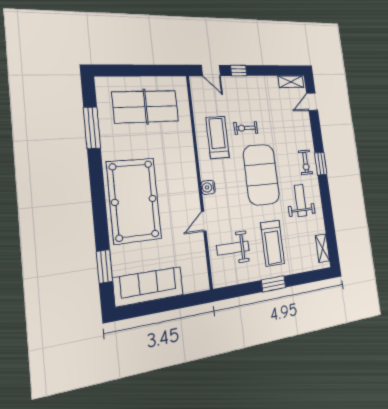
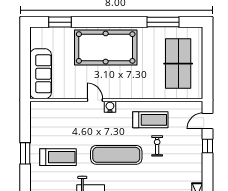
exercise mat: (261, 175) -> (116, 155), width x0.68
door: (204, 221) -> (95, 100), moved
treadmill: (273, 243) -> (58, 157), turned 180
weight bench: (233, 248) -> (59, 122), removed
sofa: (148, 286) -> (41, 74), moved

